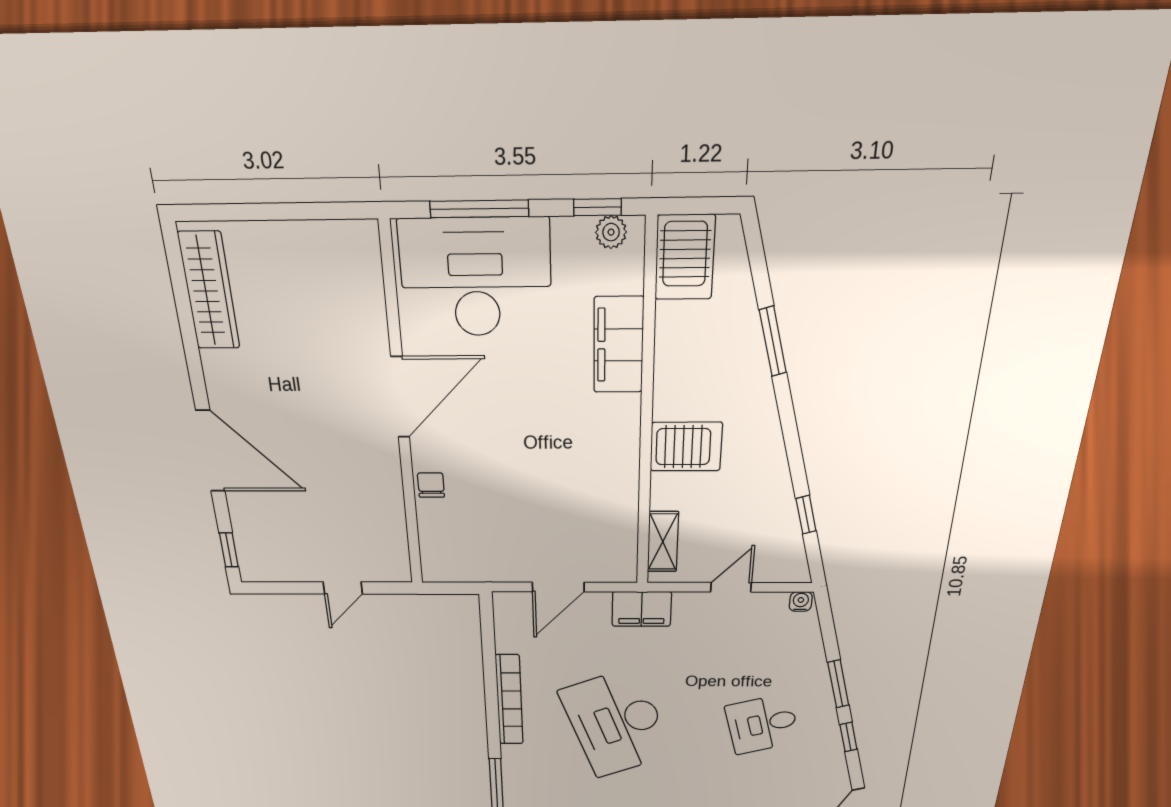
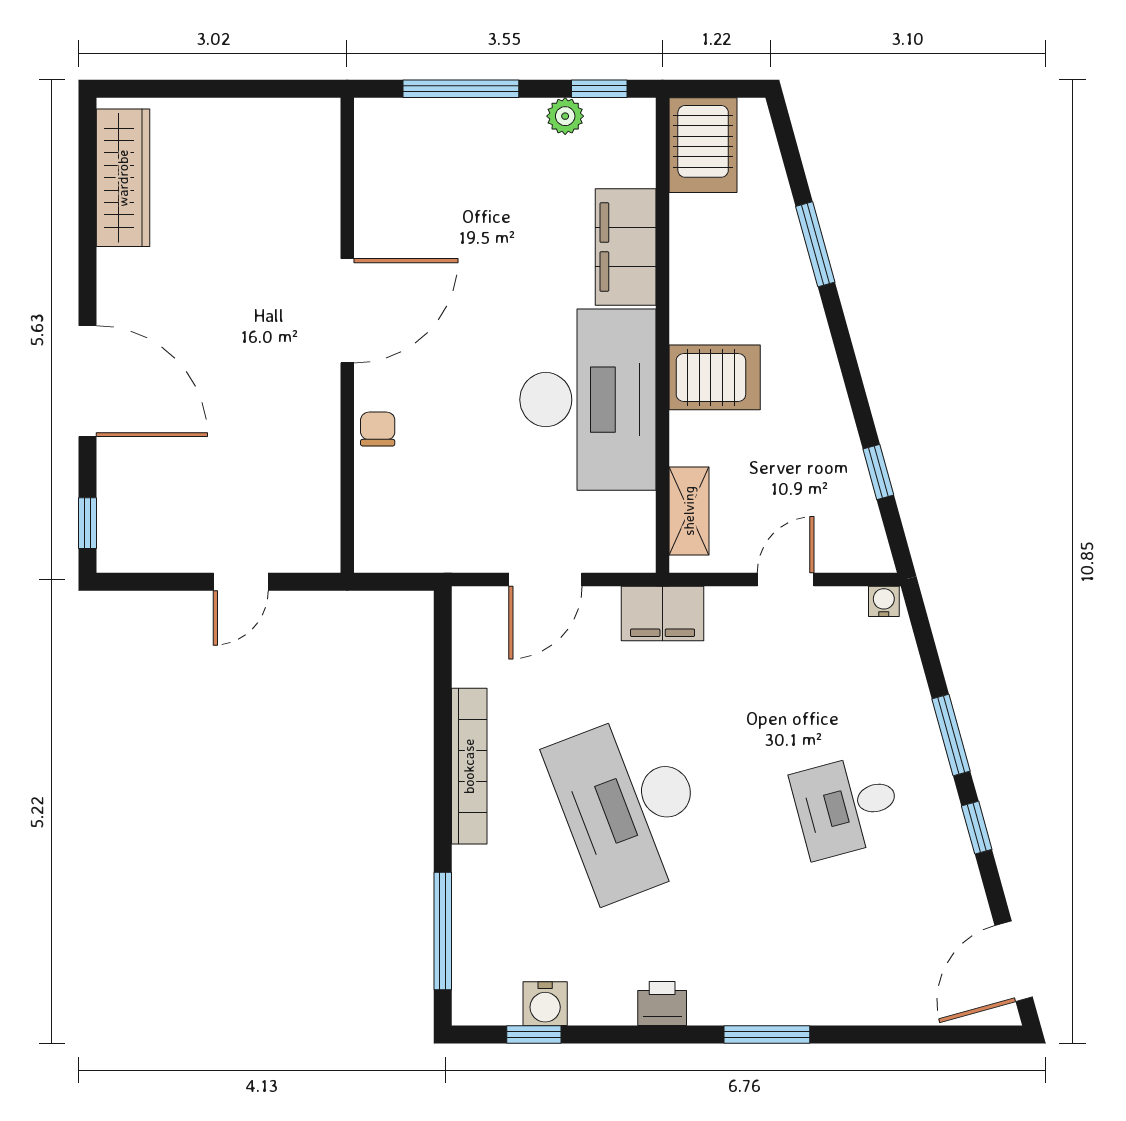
plant: (611, 232) -> (565, 116), moved
desk: (476, 278) -> (588, 400), moved, turned 90

